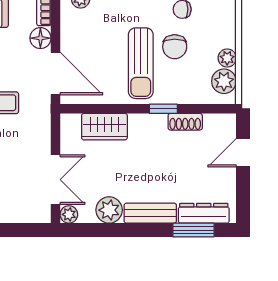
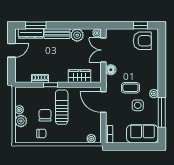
floor lamp: (40, 38) -> (111, 70), moved
plant: (224, 81) -> (21, 121), moved
door: (243, 153) -> (12, 50), moved

